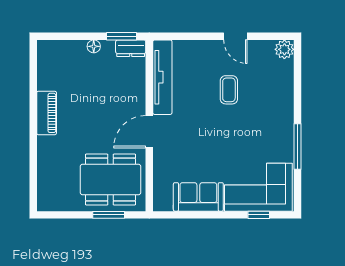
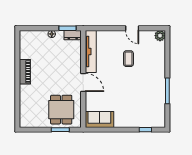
door: (149, 132) -> (83, 82), swing flipped
dining table: (110, 180) -> (61, 110), width x0.73
corner sofa: (258, 187) -> (145, 114), removed
sofa: (198, 197) -> (99, 119), moved

